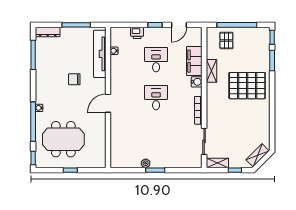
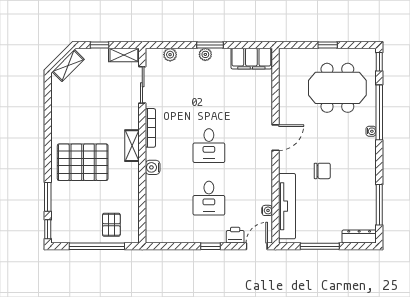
door: (179, 25) -> (257, 246), moved
filing cabinet: (194, 61) -> (251, 59), moved, turned 90
shelving: (212, 71) -> (132, 146), moved
plant: (146, 163) -> (205, 54), moved
plant: (184, 163) -> (170, 55), added

